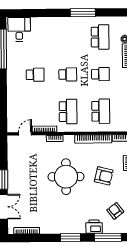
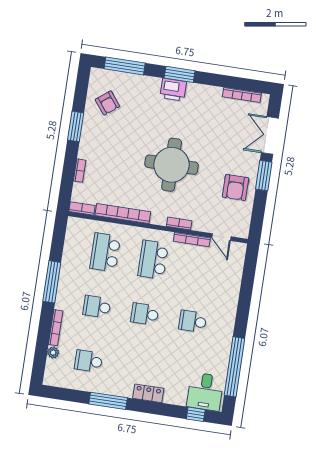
window: (23, 13) -> (196, 414), added
locker: (57, 22) -> (148, 393), added
school desk: (100, 37) -> (89, 361), width x0.54
door: (25, 134) -> (221, 237), hinge flipped
armchair: (104, 176) -> (236, 187), moved, turned -104
printer: (94, 227) -> (173, 90), moved

